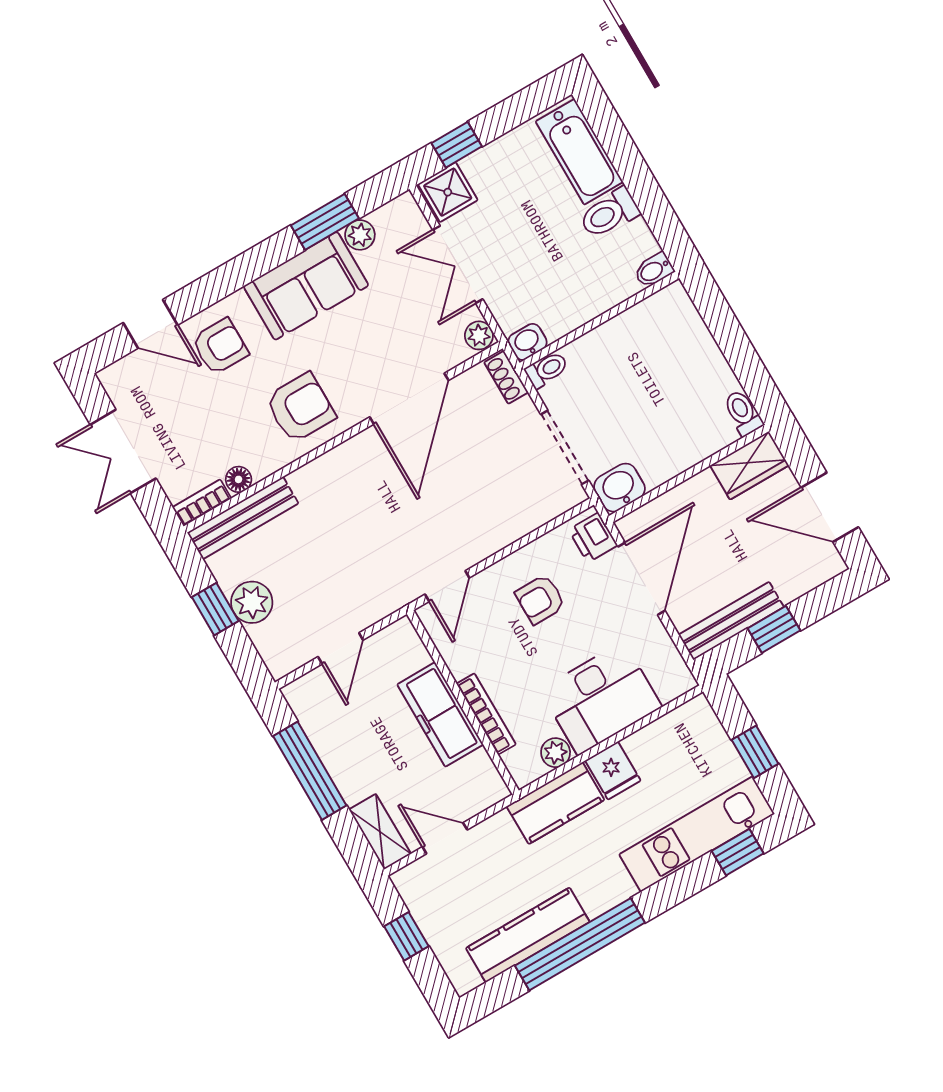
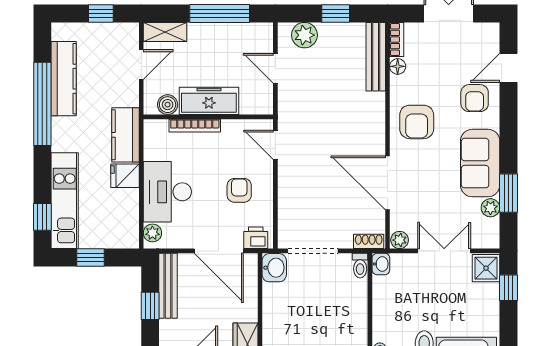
plant: (252, 602) -> (304, 35), moved
plant: (556, 753) -> (152, 233), moved
boiler: (479, 769) -> (168, 105), added

